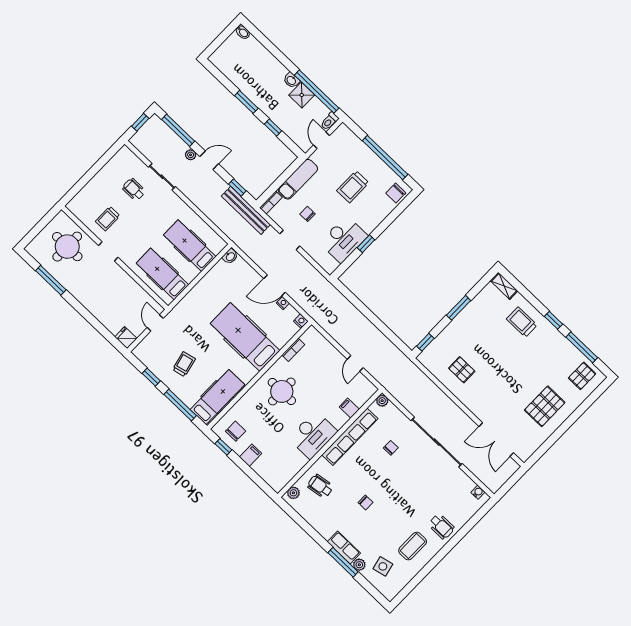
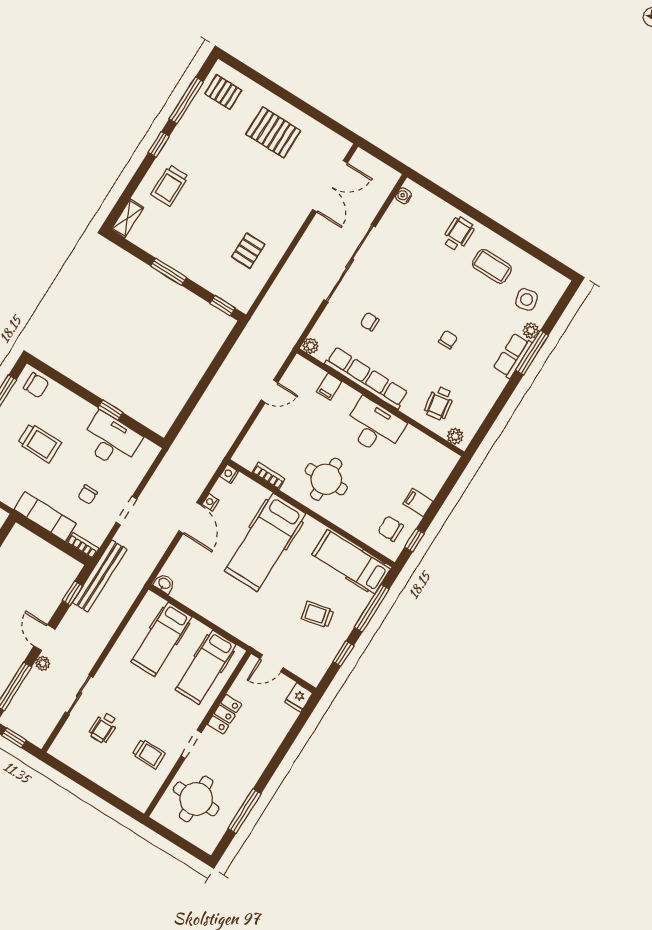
locker: (125, 281) -> (225, 714), added

